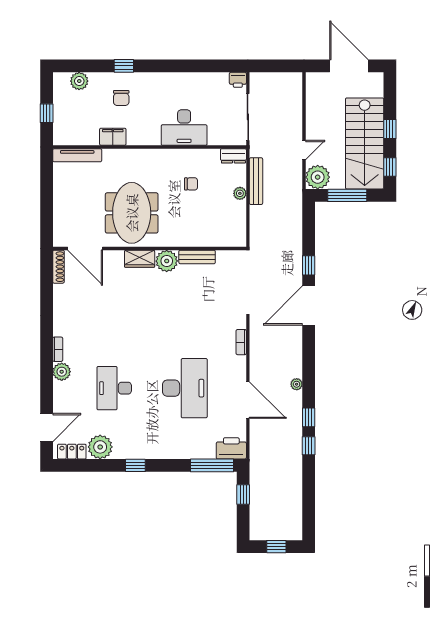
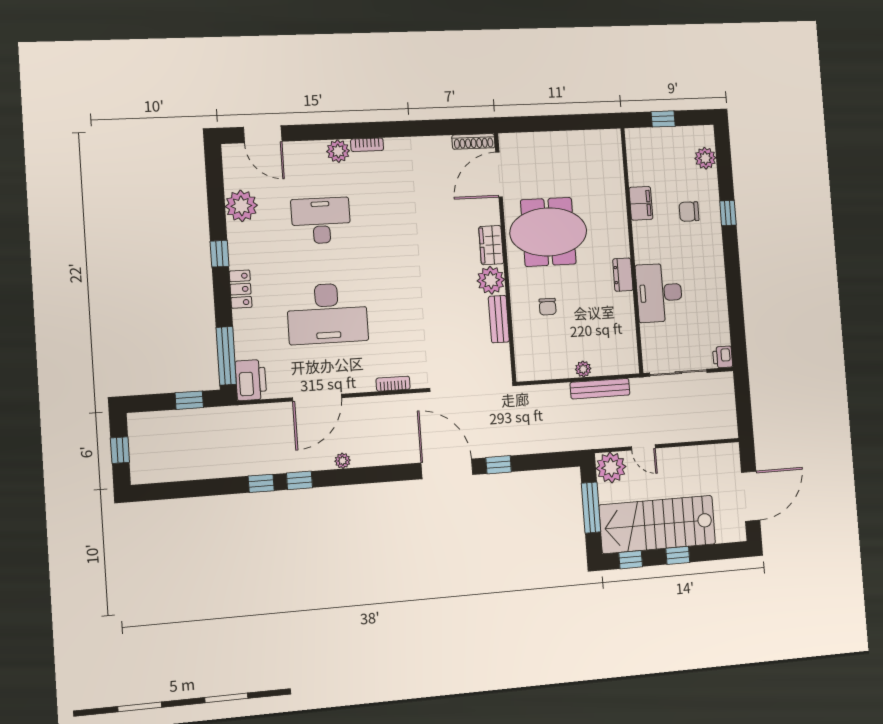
tv unit: (77, 155) -> (615, 160), removed
dresser: (233, 156) -> (623, 275), moved
chair: (191, 184) -> (548, 307), moved
locker: (72, 452) -> (241, 289), moved

